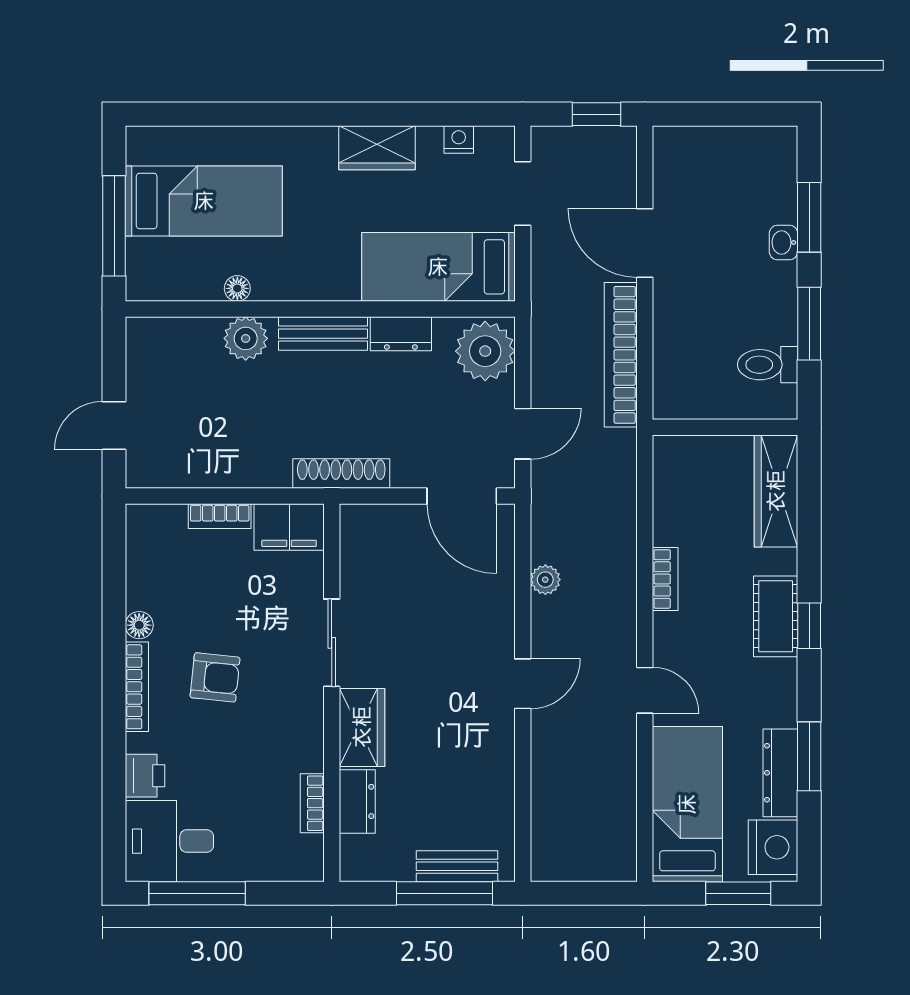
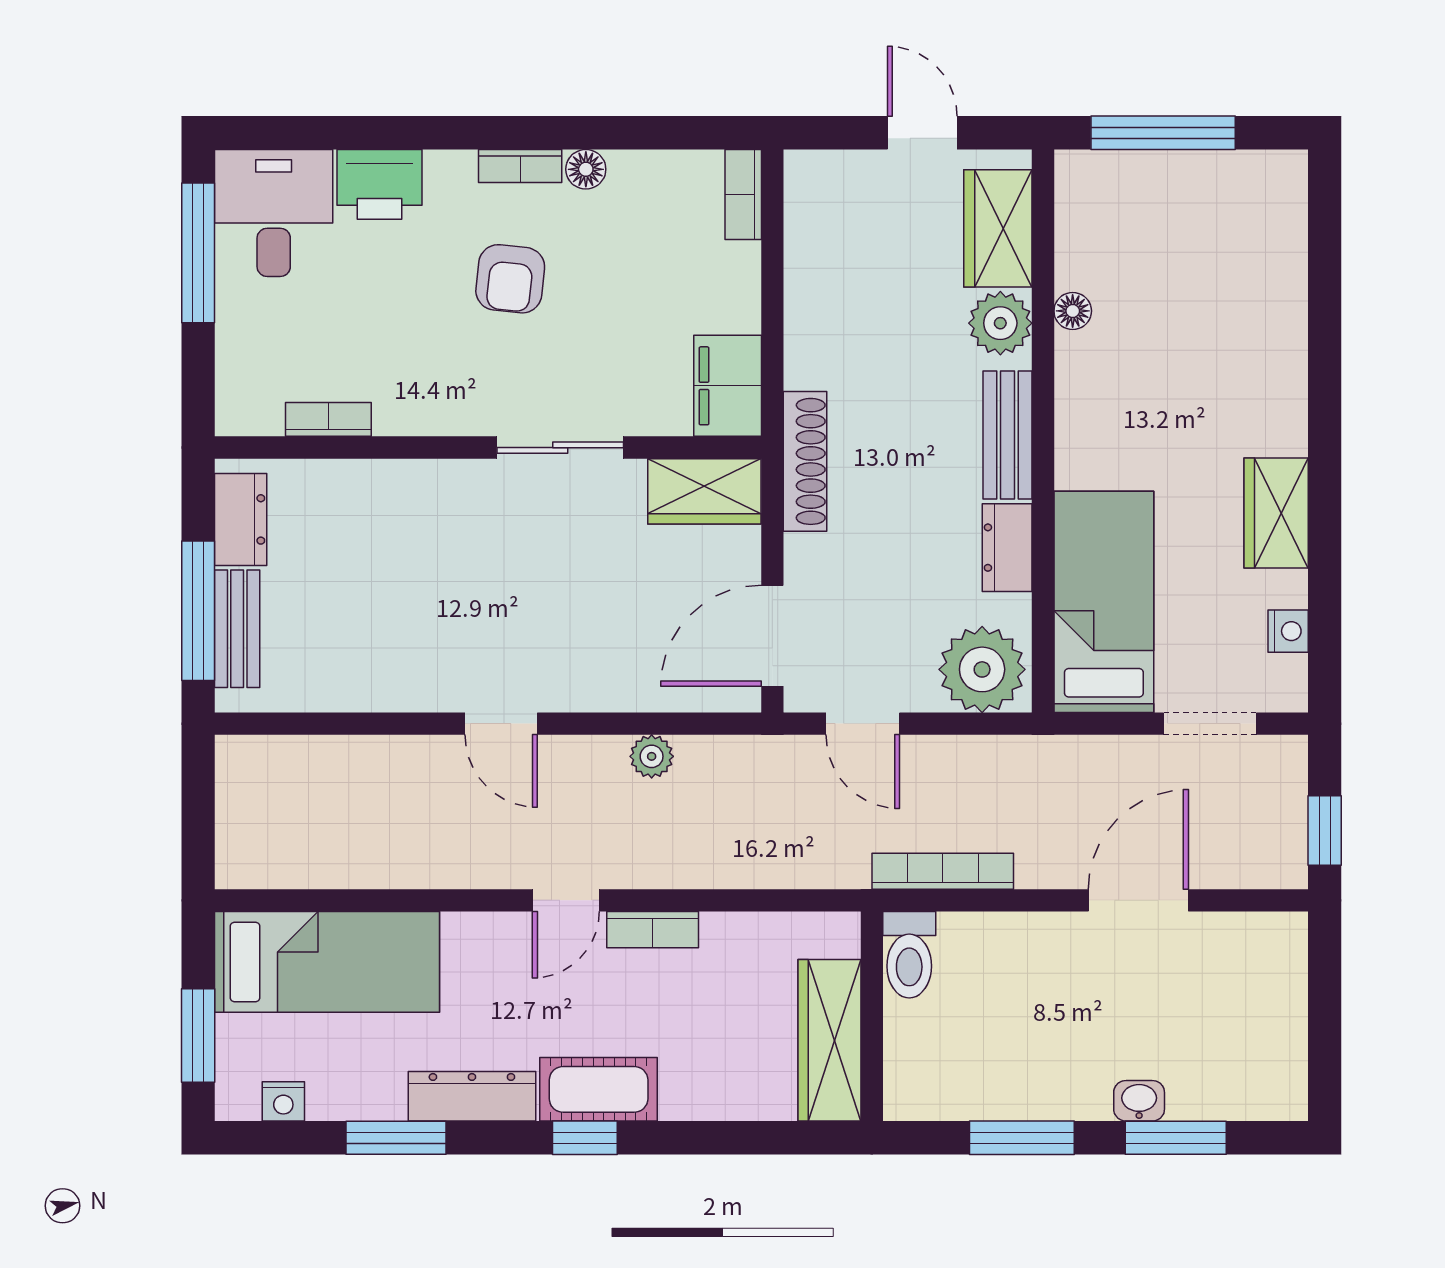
bed: (204, 201) -> (1199, 263), removed
wardrobe: (180, 340) -> (998, 228), added
bookcase: (621, 355) -> (943, 871), width x0.68, depth x0.76
toilet: (768, 365) -> (909, 955), moved, turned 180
door: (114, 426) -> (922, 133), moved
wardrobe: (776, 491) -> (829, 1040), moved, turned -90
bookcase: (220, 516) -> (743, 195), moved
bookcase: (137, 687) -> (520, 166), width x0.64
door: (645, 690) -> (566, 900), moved
wardrobe: (362, 727) -> (704, 491), moved
dresser: (780, 773) -> (472, 1096), moved
printer: (145, 776) -> (379, 184), width x1.36, depth x1.24
dresser: (357, 801) -> (241, 519), moved, turned -90
nightstand: (773, 847) -> (283, 1101), width x0.53, depth x0.56

